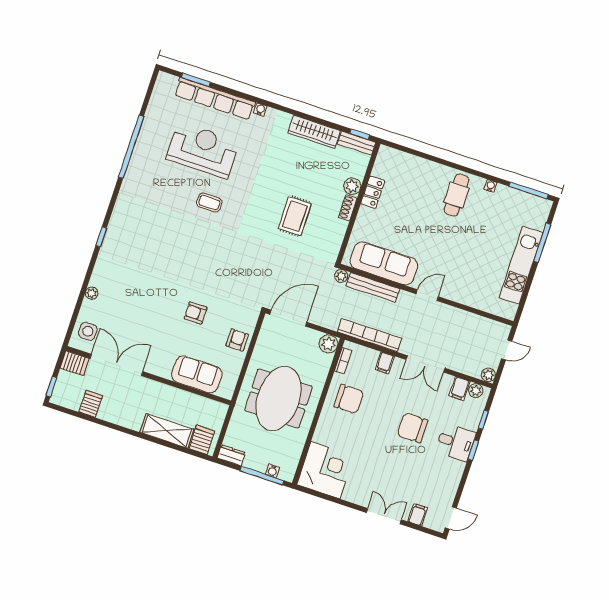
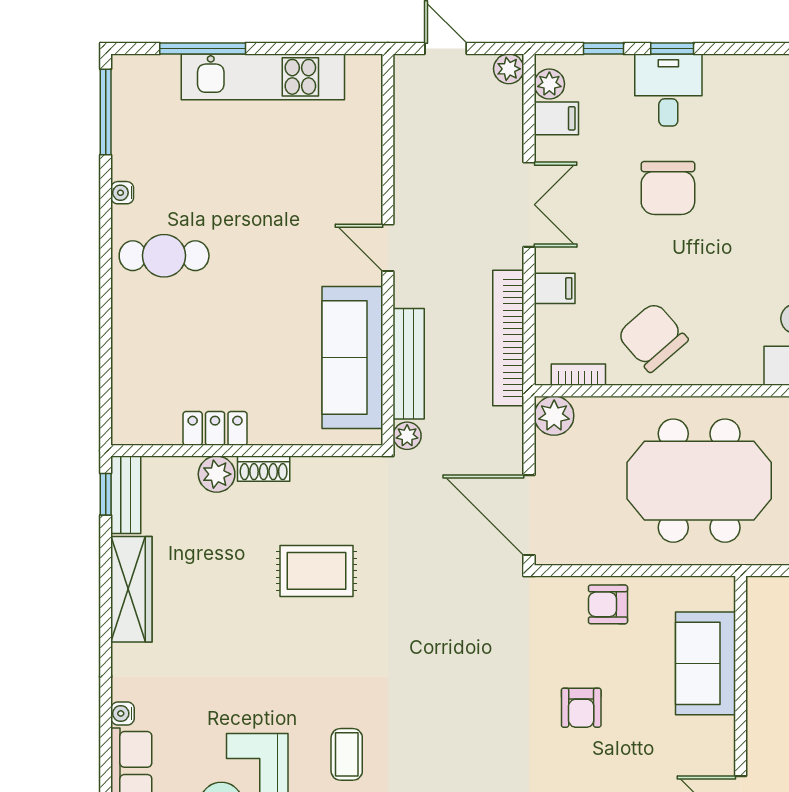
chair: (349, 399) -> (653, 337), turned -41

